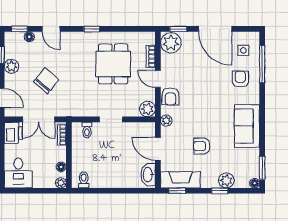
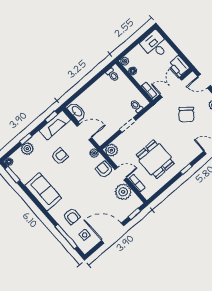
plant: (171, 43) -> (123, 192), moved

